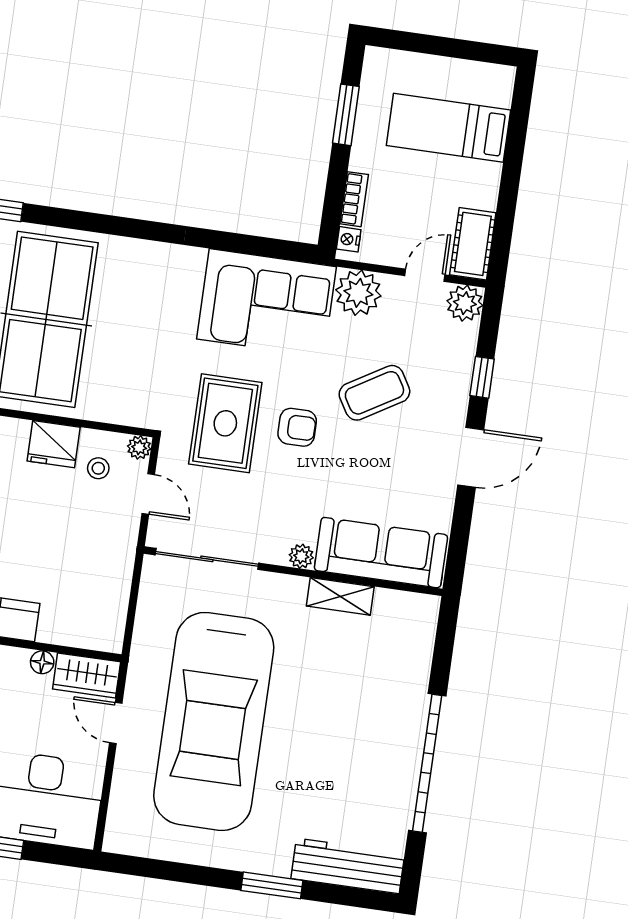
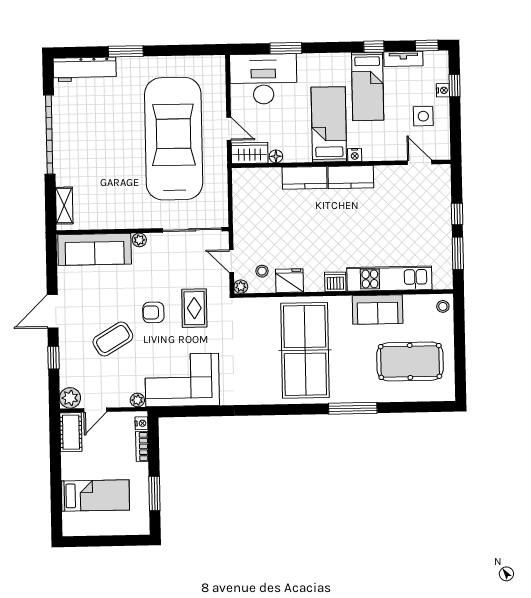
plant: (358, 293) -> (137, 400), width x0.53, depth x0.53
rug: (225, 423) -> (194, 308), width x0.73, depth x0.70
shelving: (340, 596) -> (64, 206), moved, turned 90

